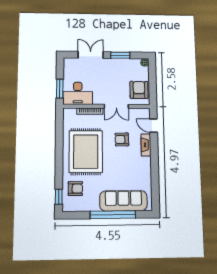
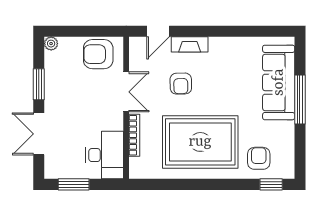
window: (60, 89) -> (74, 184), moved
window: (113, 215) -> (300, 100), width x0.68

